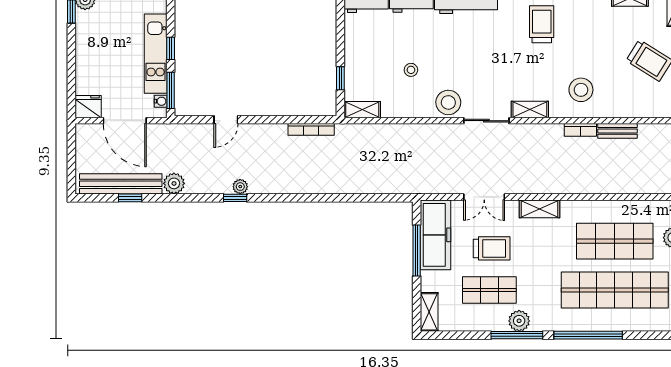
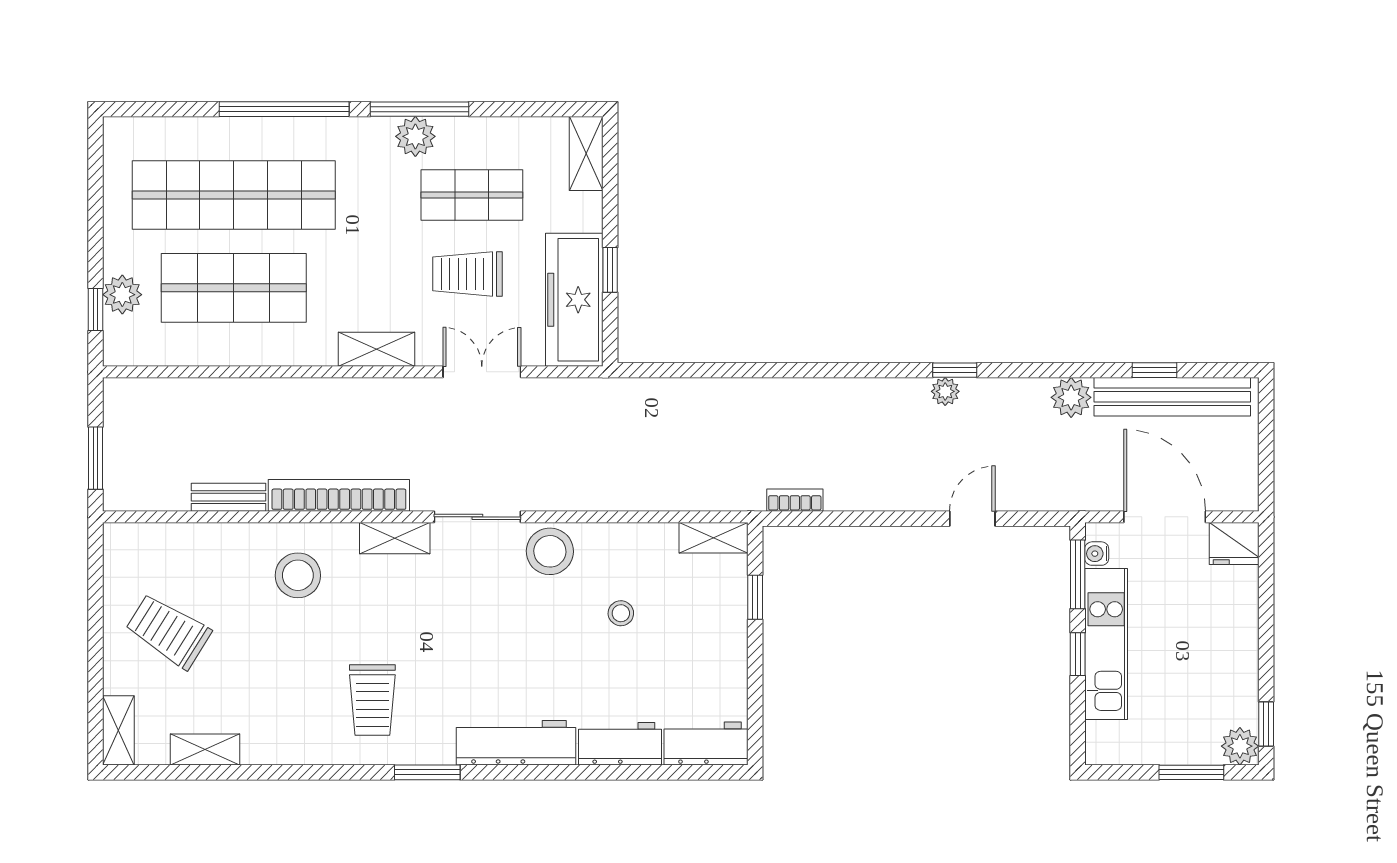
bookcase: (311, 129) -> (795, 500), width x0.64
bookcase: (580, 130) -> (339, 495), width x2.31, depth x1.31
window: (417, 251) -> (610, 270), width x0.46

